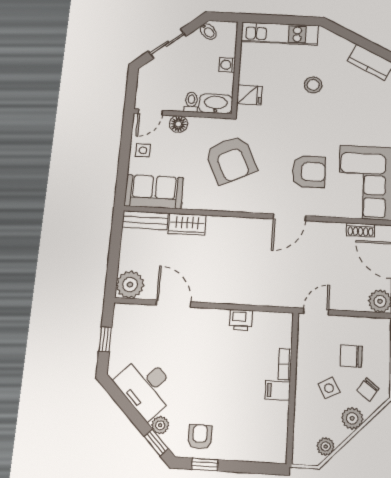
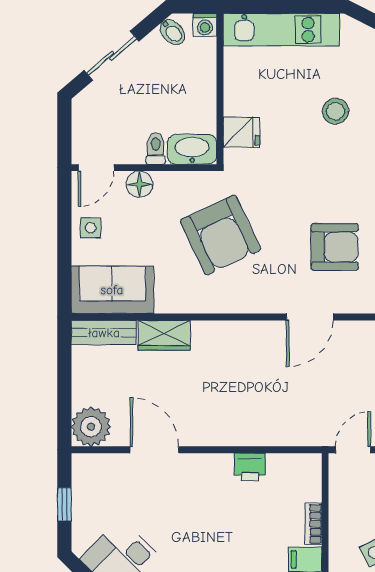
washing machine: (227, 65) -> (205, 25), moved, turned -90

